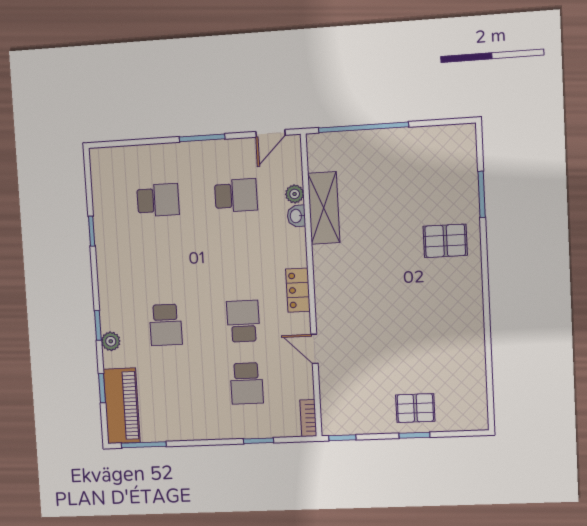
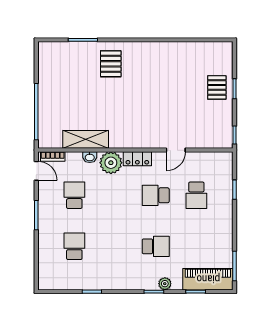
plant: (295, 194) -> (111, 163), moved, width x1.87, depth x1.87
school desk: (247, 383) -> (196, 195), turned 90
bookcase: (308, 418) -> (53, 156), moved

